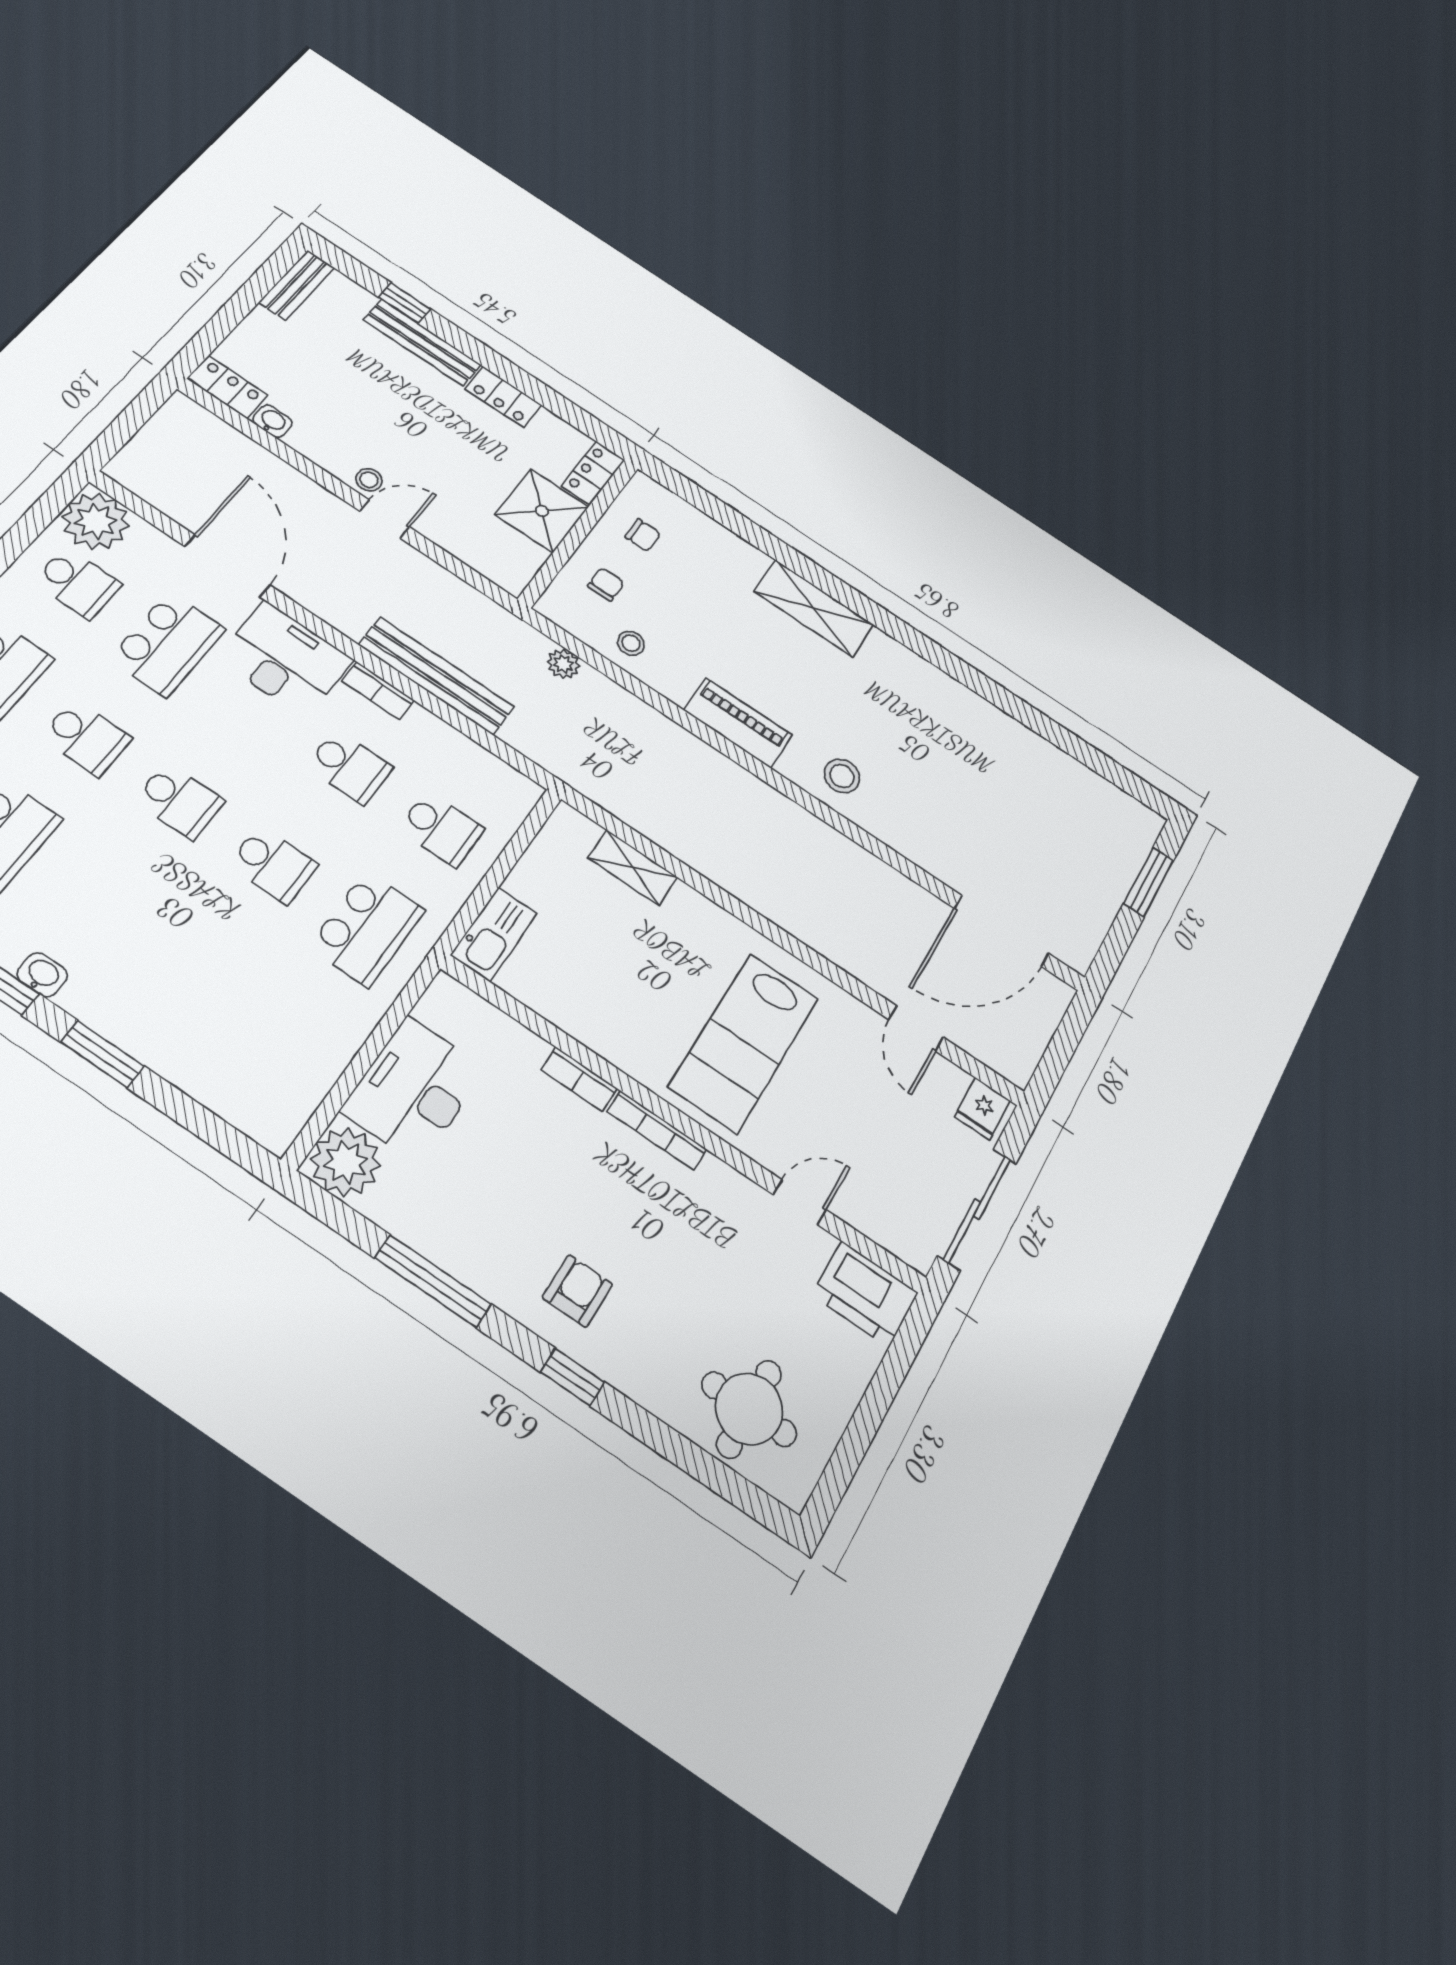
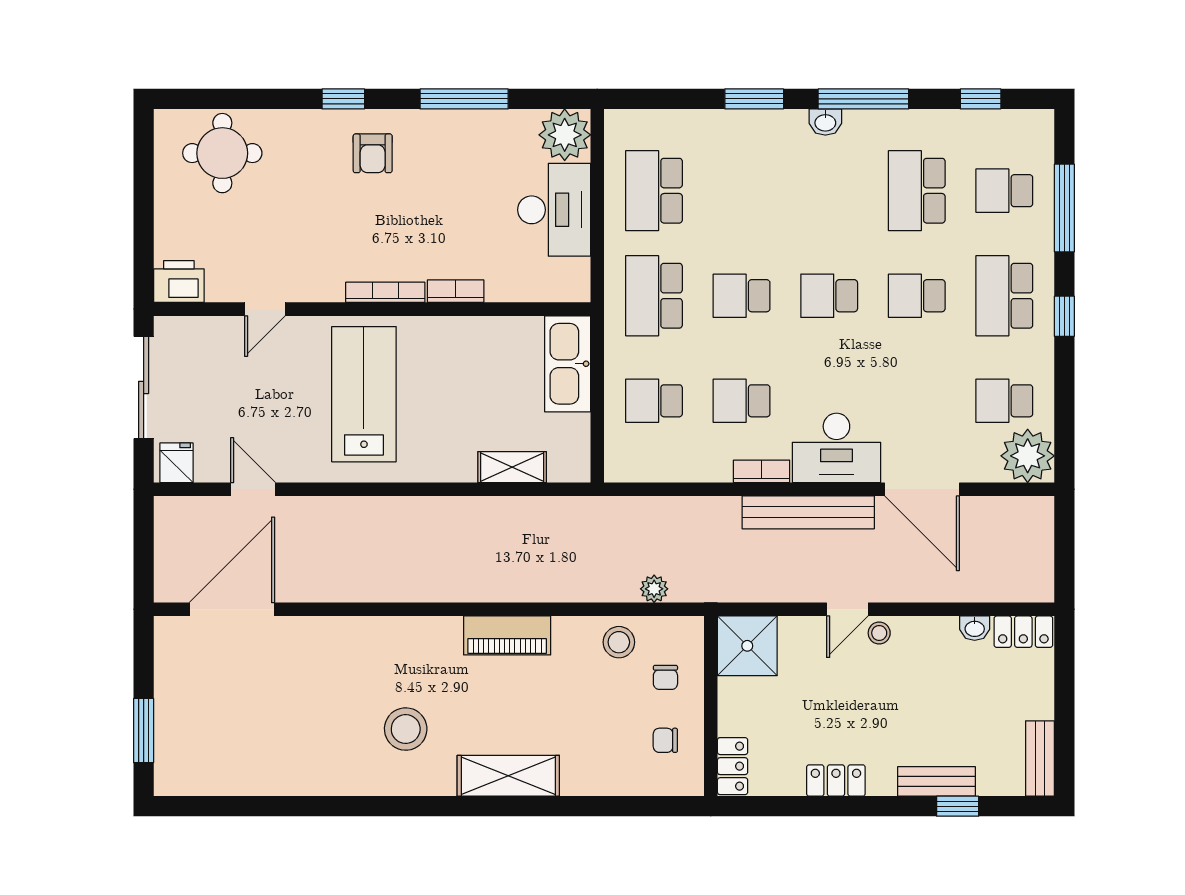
bench: (422, 342) -> (937, 781), width x0.73
shower: (542, 511) -> (747, 646), moved
stool: (631, 643) -> (619, 642), width x1.37, depth x1.37
school desk: (168, 644) -> (654, 191), moved
bench: (436, 676) -> (808, 512), moved
stool: (842, 776) -> (406, 729), moved, width x1.38, depth x1.38
kitchen sink: (494, 934) -> (568, 364), width x1.36, depth x1.24
printer: (865, 1294) -> (179, 281), width x0.73, depth x0.84

